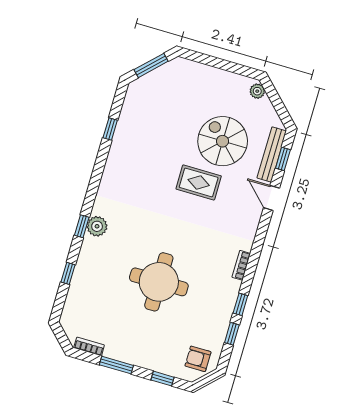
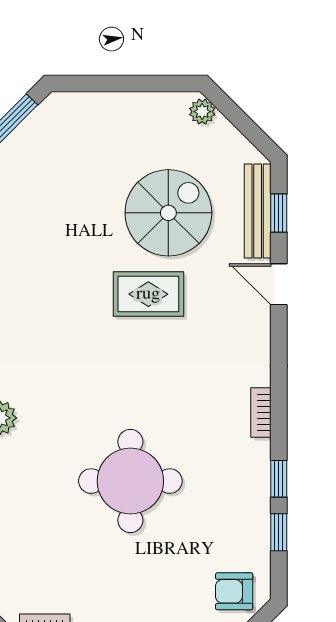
spiral stairs: (223, 141) -> (168, 213), turned 90

